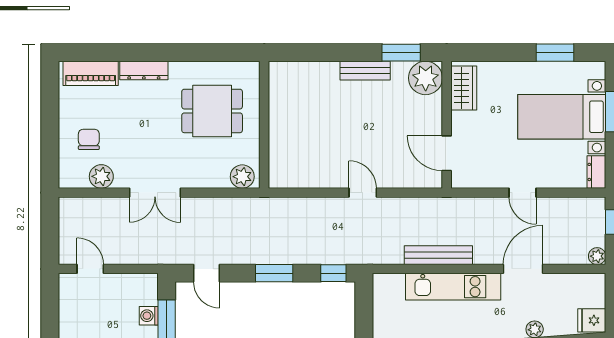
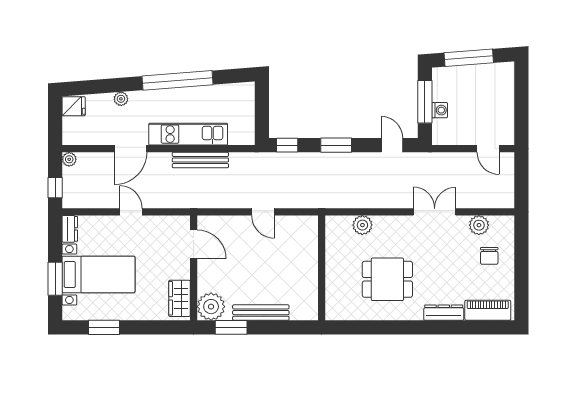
bench: (365, 71) -> (261, 313), width x1.36
wall: (264, 125) -> (322, 268), moved

